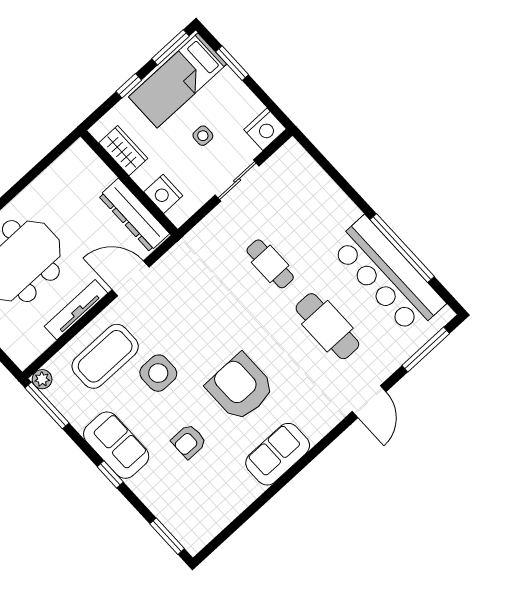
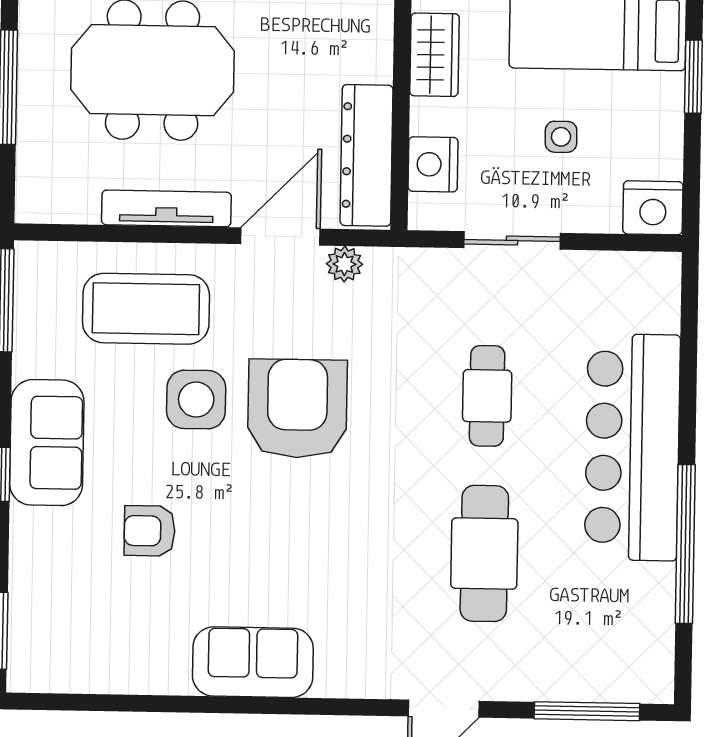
sliding door: (237, 180) -> (512, 240), moved
bar counter: (387, 275) -> (632, 447), moved
door: (131, 278) -> (280, 236), hinge flipped
plant: (42, 379) -> (344, 264), moved
armchair: (240, 387) -> (297, 408), moved

